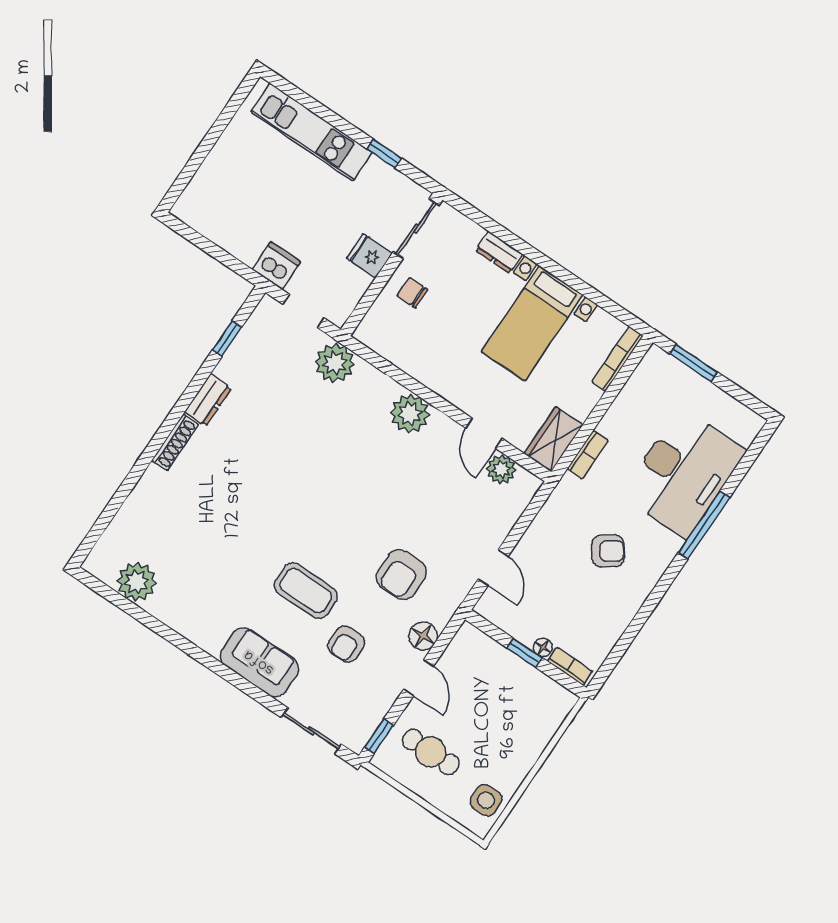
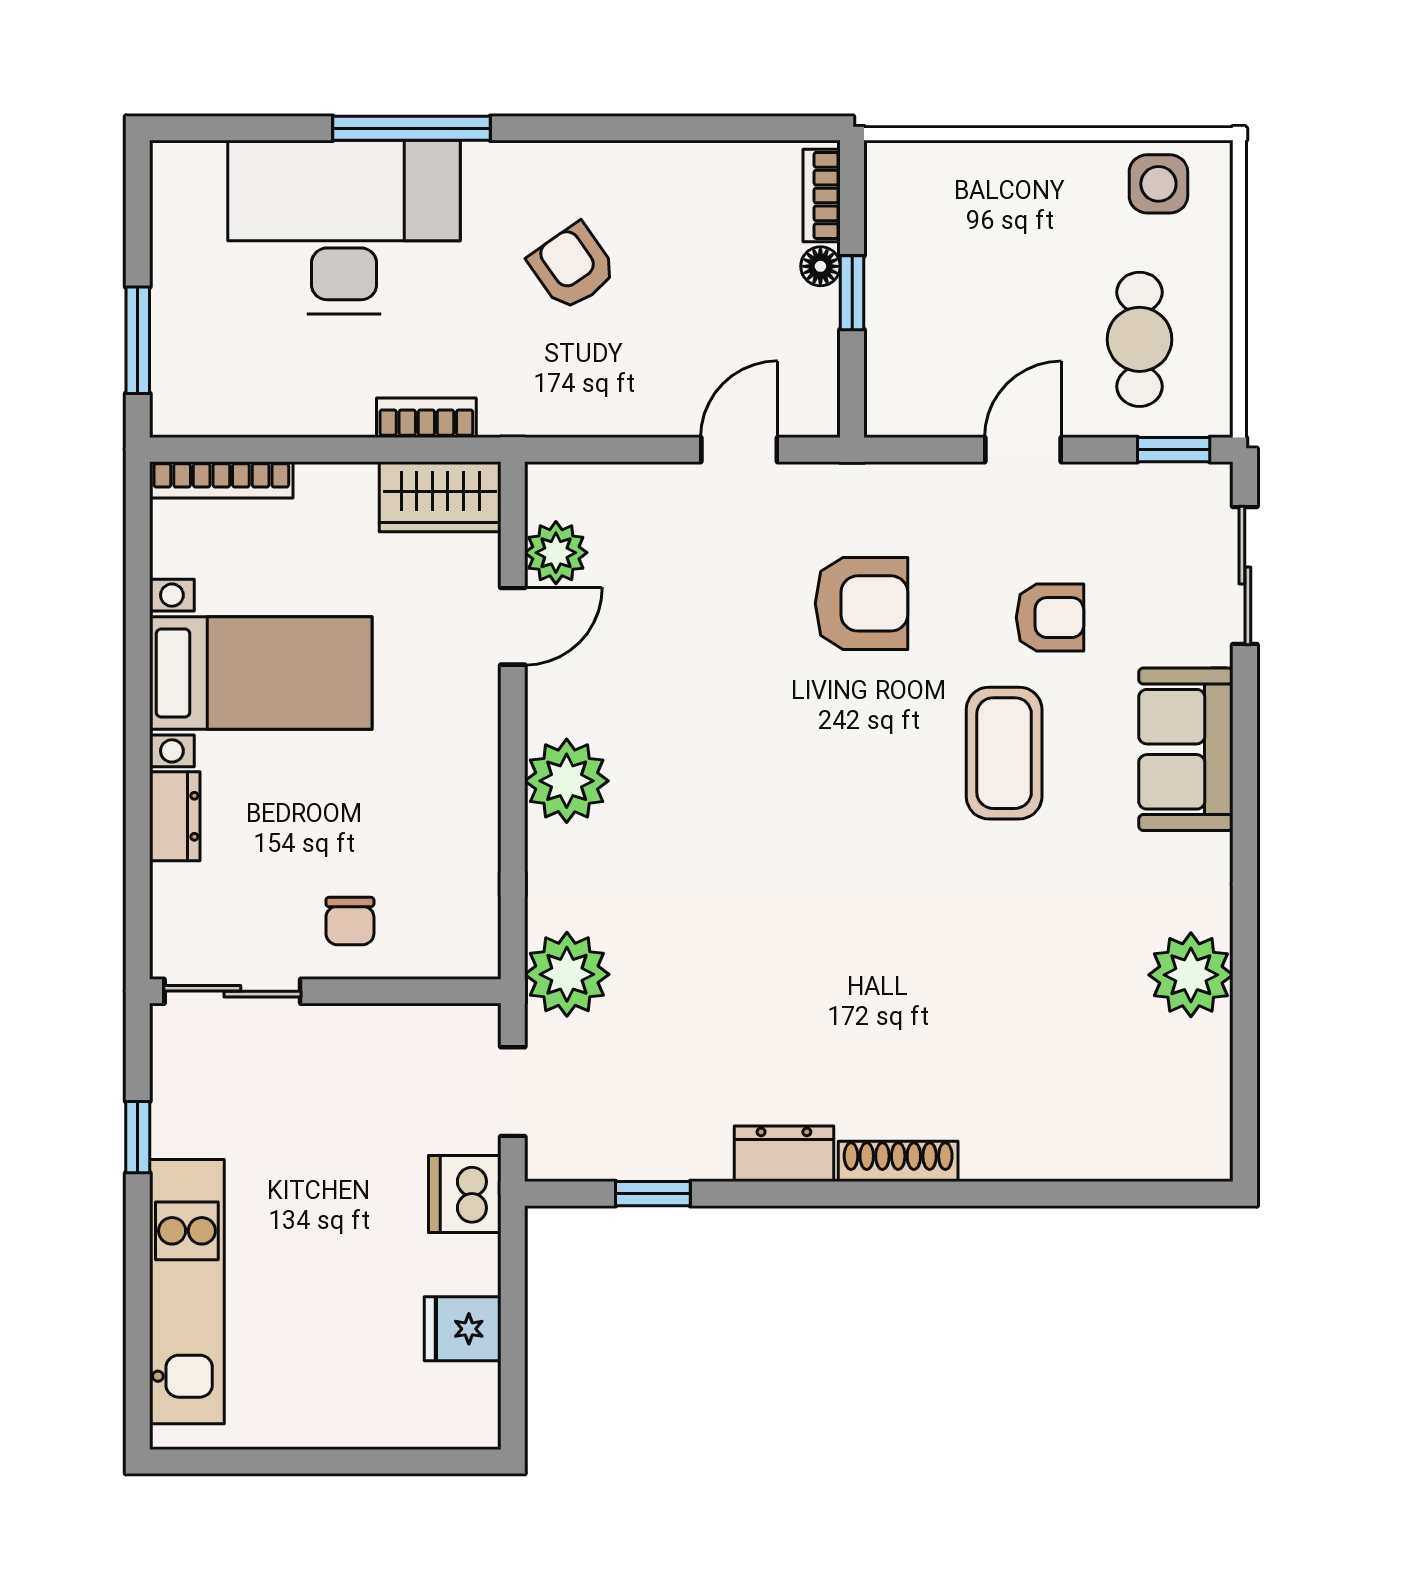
fridge: (369, 256) -> (463, 1329), moved, turned 90
plant: (137, 582) -> (1191, 975), moved
floor lamp: (423, 636) -> (944, 492), removed

